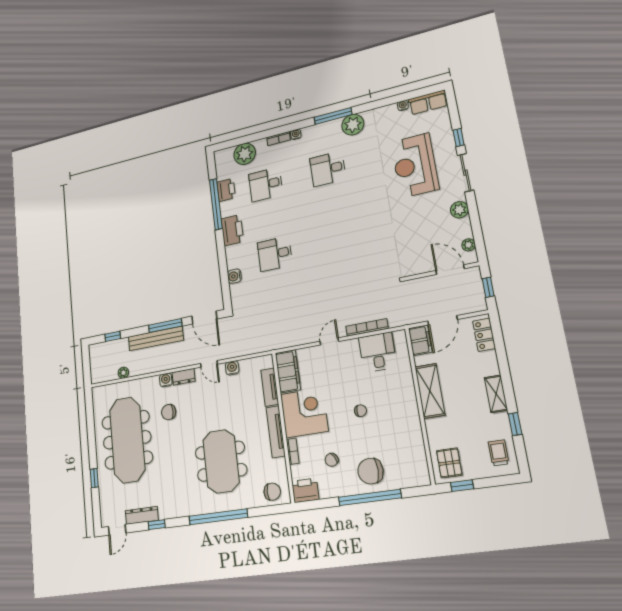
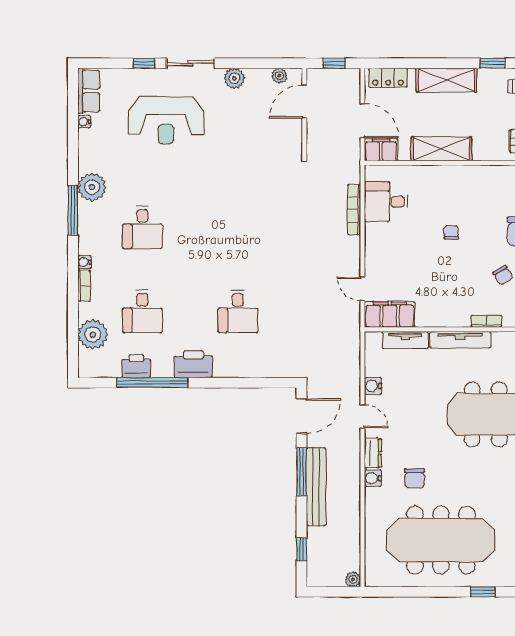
water cooler: (234, 276) -> (255, 369), removed
door: (329, 341) -> (362, 289), moved
door: (209, 364) -> (362, 416), hinge flipped
plant: (123, 373) -> (353, 579), moved
shelving: (496, 394) -> (446, 80), width x1.50, depth x1.33
corner desk: (304, 413) -> (443, 301), removed

